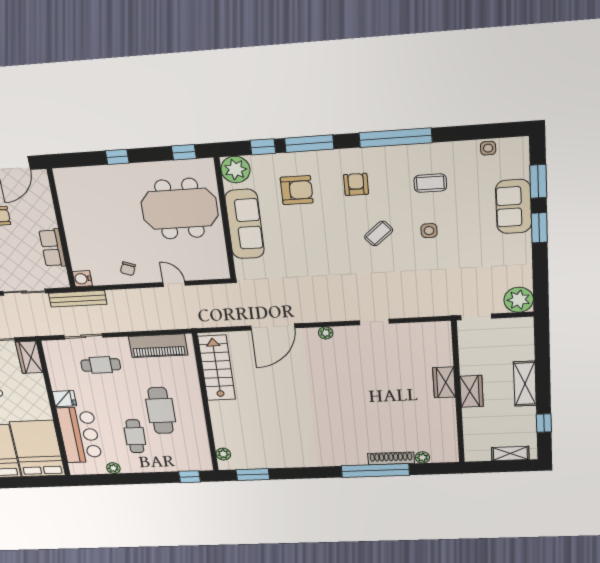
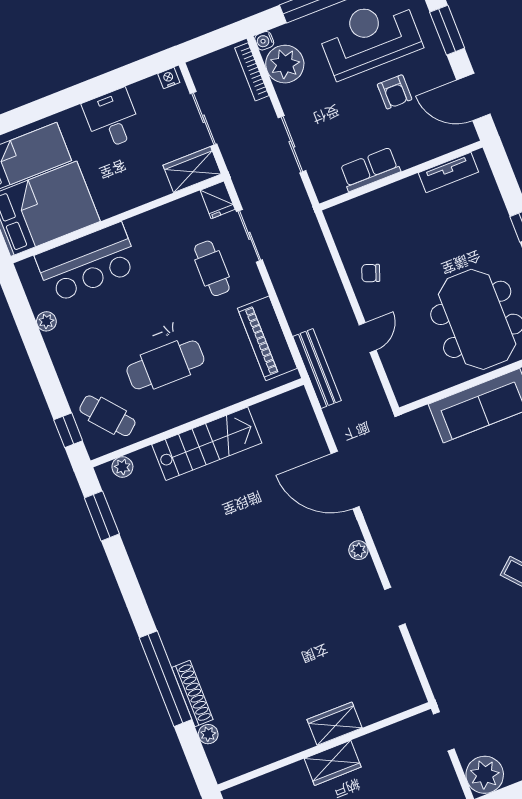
tv unit: (66, 197) -> (448, 172), added
water cooler: (82, 279) -> (337, 217), removed
bench: (78, 299) -> (317, 368), moved
stairs: (217, 368) -> (207, 444), moved
fridge: (64, 399) -> (218, 200), moved
cafe table: (135, 436) -> (107, 416), moved, turned 49

